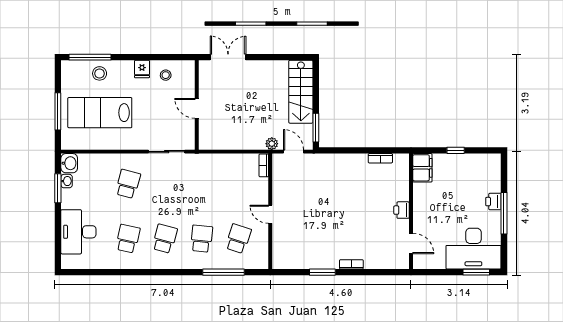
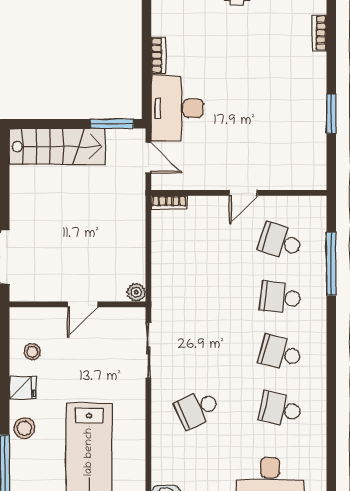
stool: (100, 73) -> (24, 428), moved
plant: (272, 144) -> (136, 292), moved
door: (294, 152) -> (148, 158), swing flipped
bookcase: (380, 158) -> (158, 55), moved
desk: (326, 171) -> (177, 108), added
school desk: (128, 184) -> (197, 409), turned -39
bookcase: (351, 264) -> (319, 33), moved

